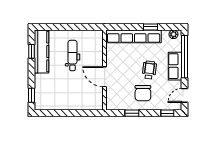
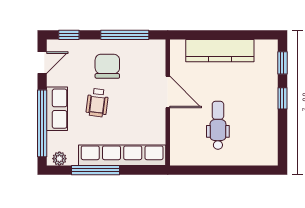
window: (150, 27) -> (96, 170), width x2.17
window: (31, 51) -> (282, 98), moved
kitchen counter: (41, 51) -> (220, 51), moved, turned -90
dental chair: (73, 56) -> (218, 125), turned 180
window: (132, 113) -> (125, 35), width x2.17

